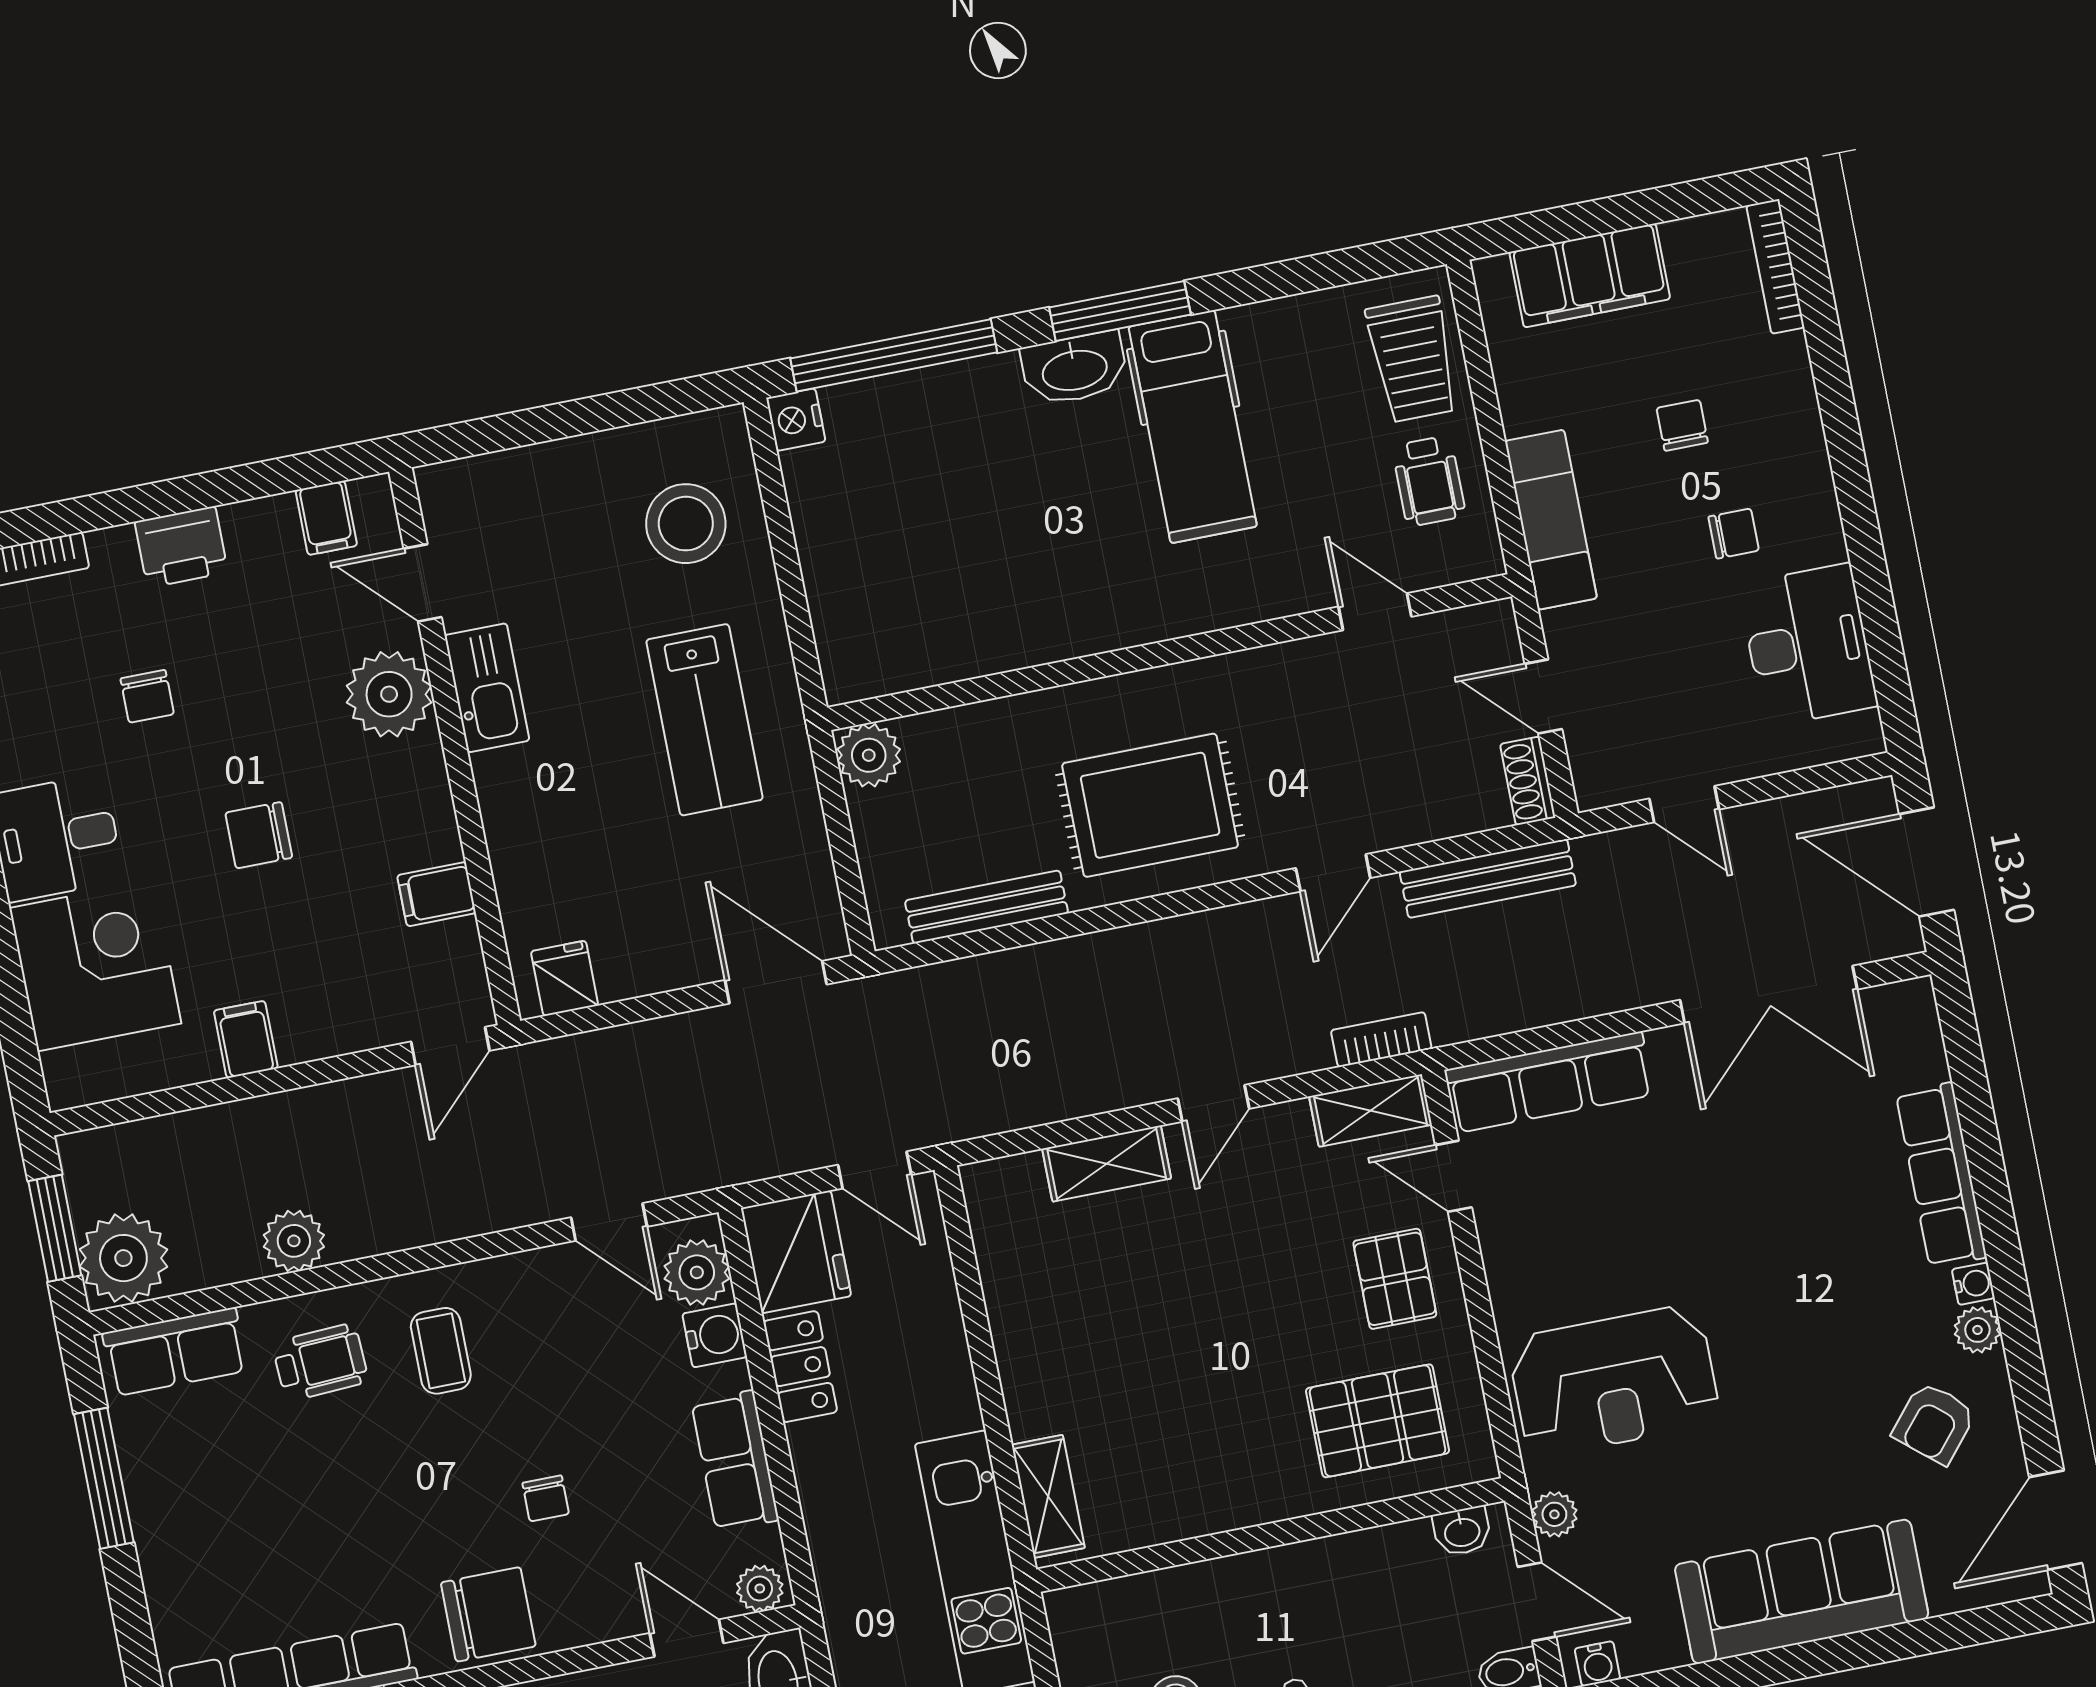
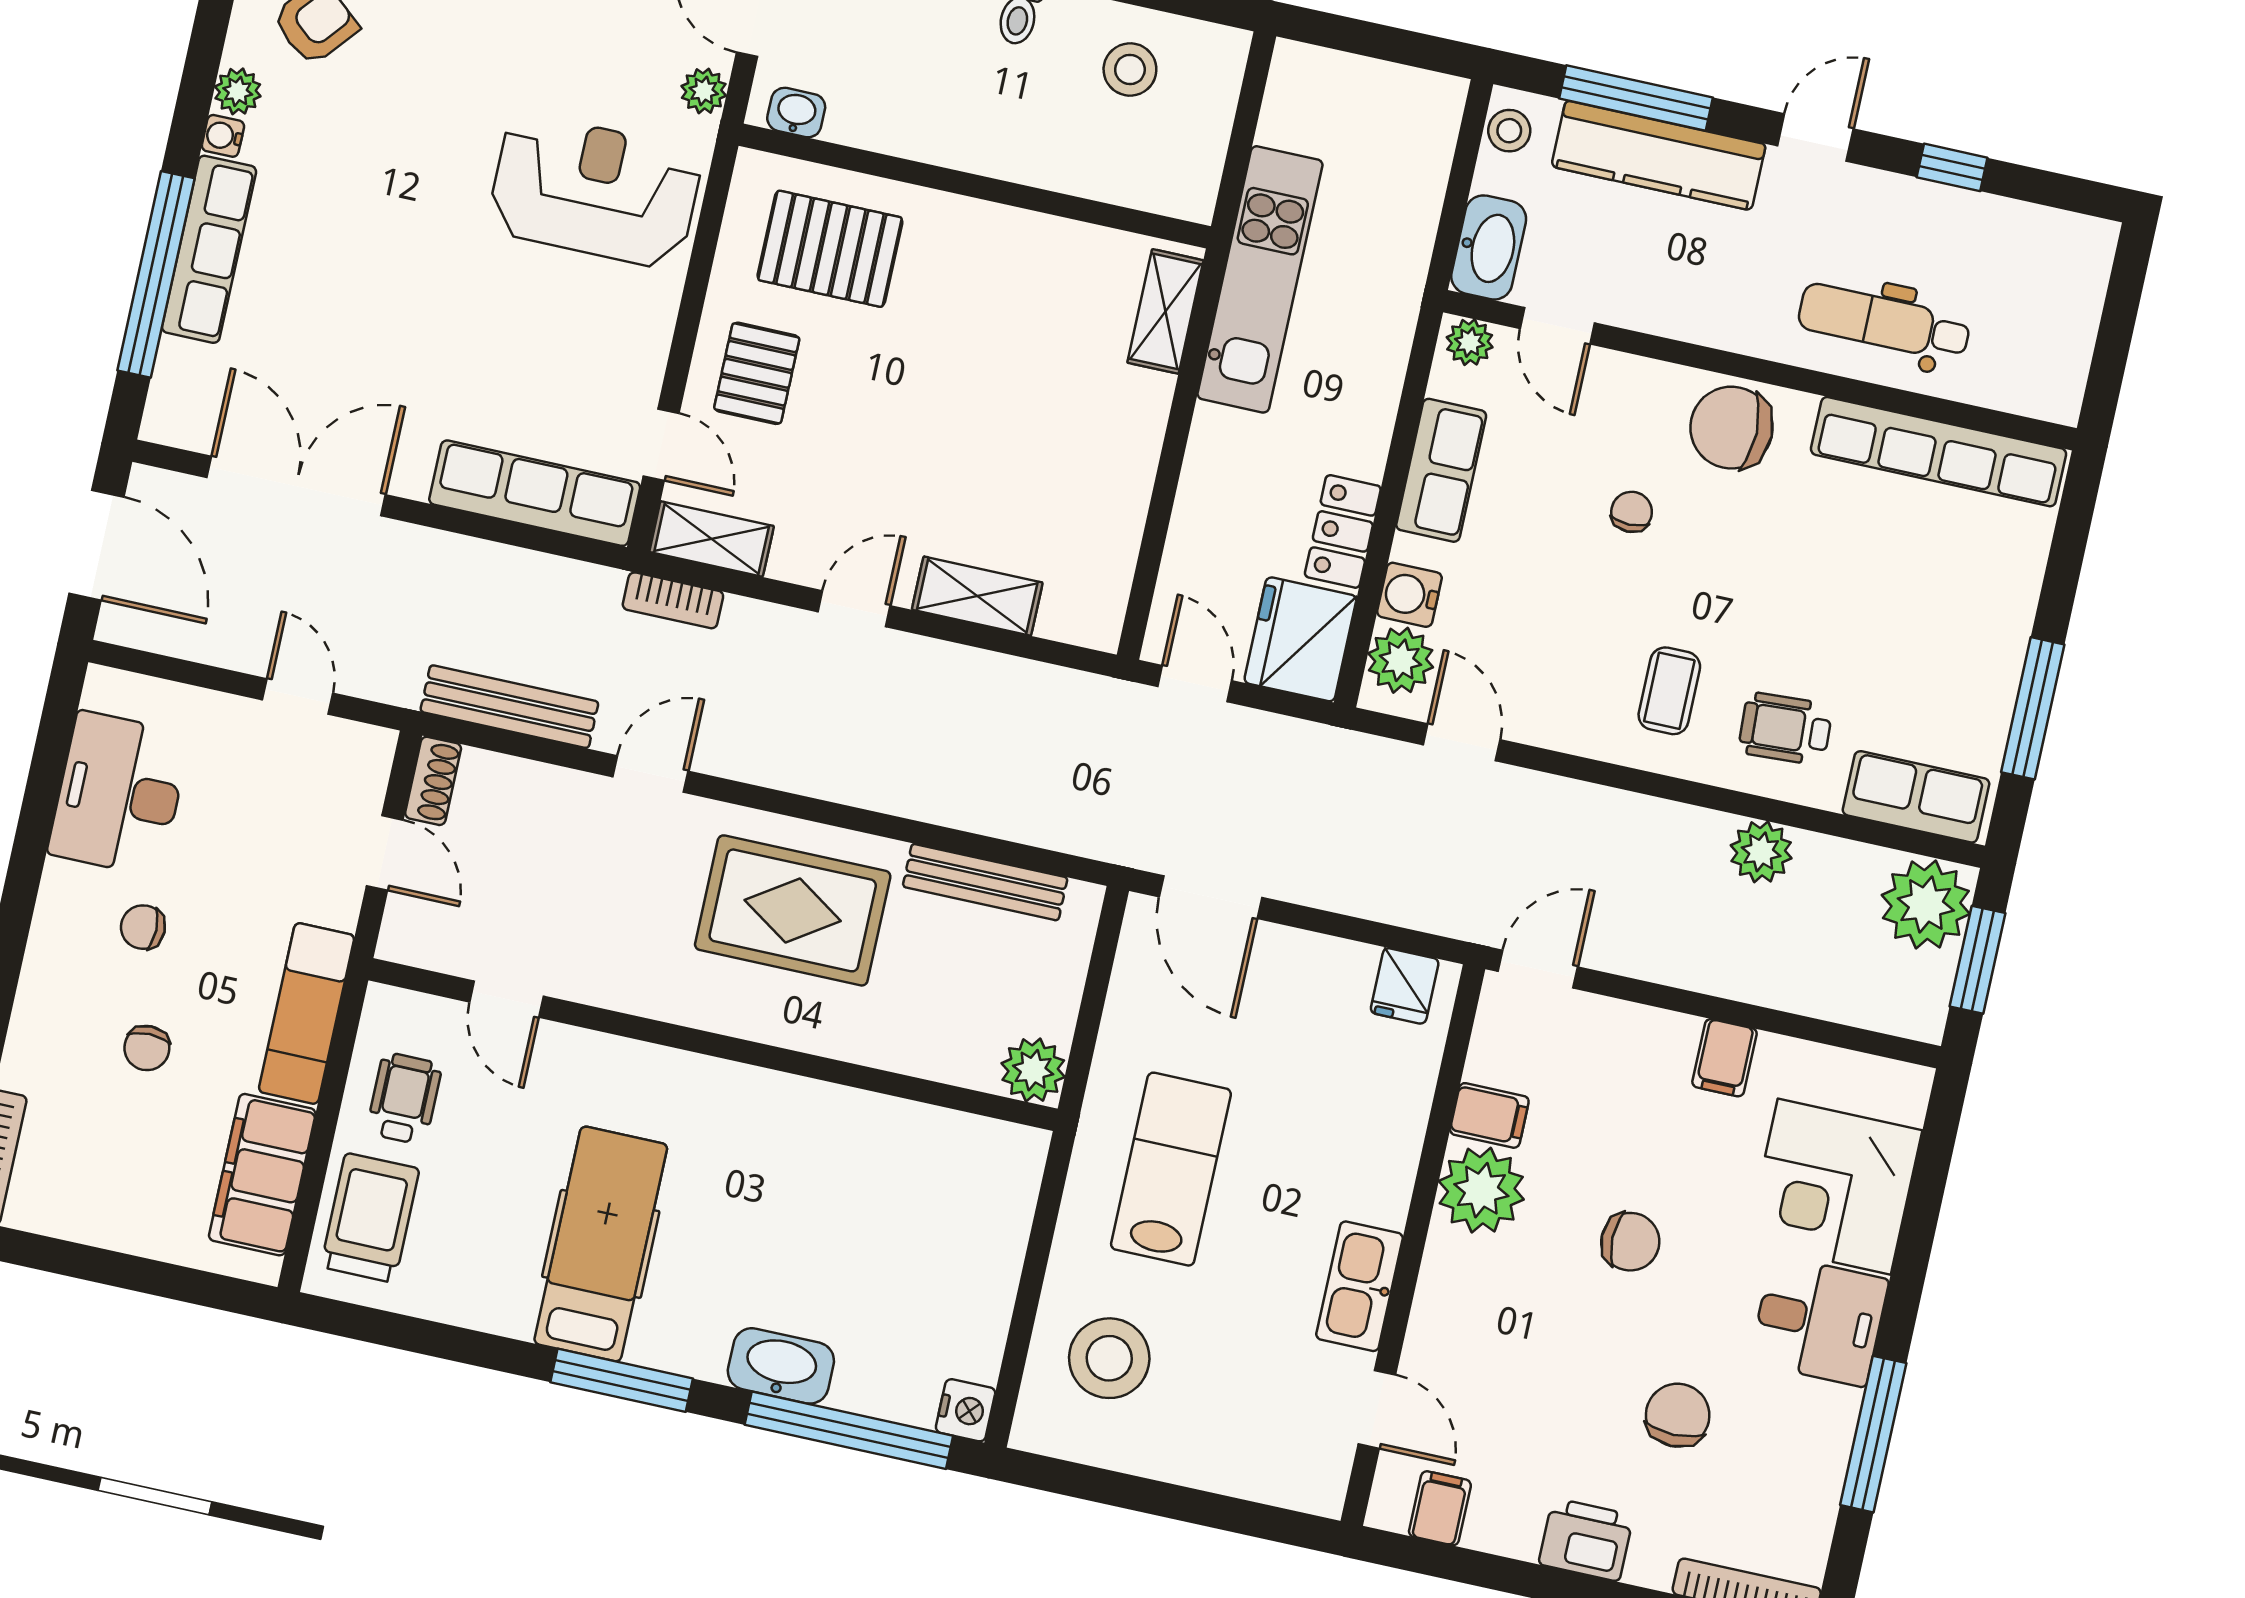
filing cabinet: (1590, 275) -> (262, 1175), moved, turned -90
washbasin: (1074, 369) -> (781, 1366), moved
plant: (389, 694) -> (1481, 1190), moved
chair: (147, 696) -> (1678, 1415), width x1.37, depth x1.37
window: (1979, 1131) -> (156, 274), added

